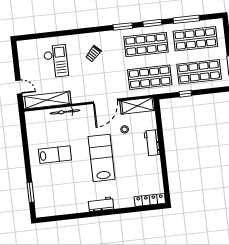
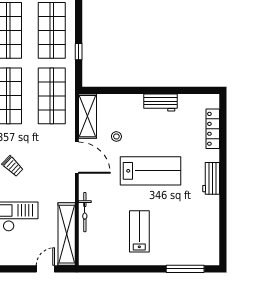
workbench: (152, 143) -> (161, 102), moved
lab bench: (102, 158) -> (150, 171), turned 180
window: (31, 192) -> (185, 269), width x1.44
locker: (150, 200) -> (213, 129), moved

